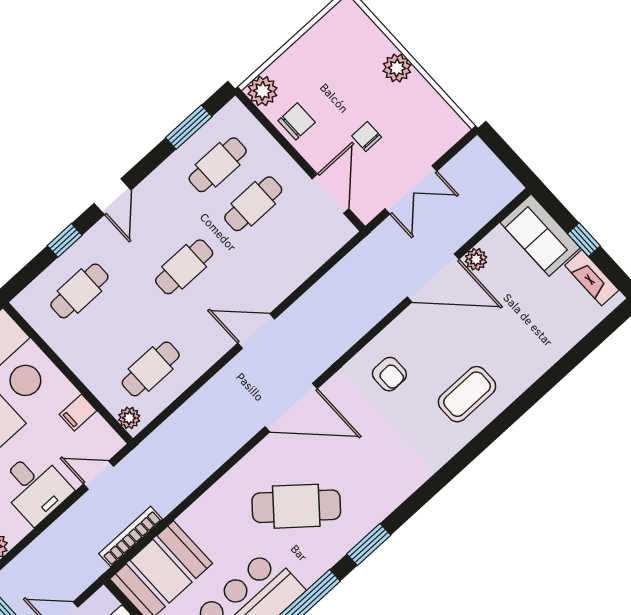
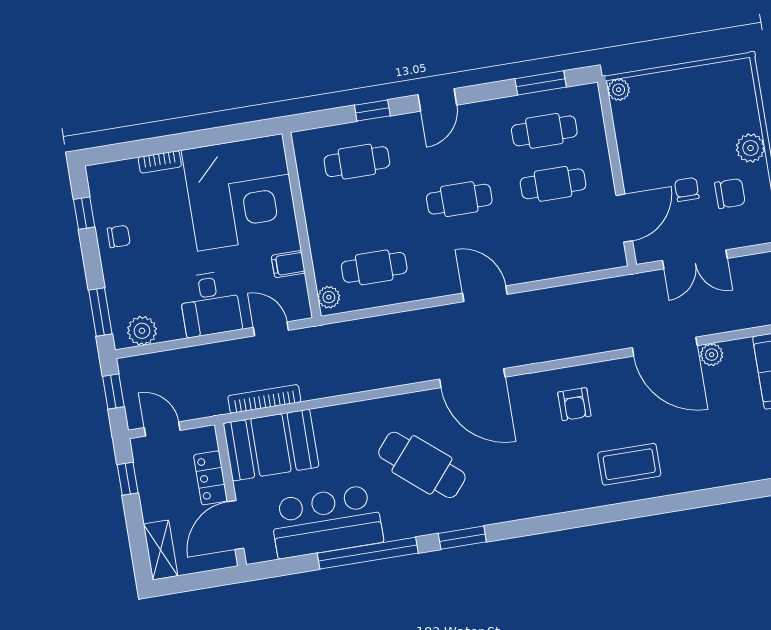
plant: (263, 91) -> (619, 90), width x0.73, depth x0.73
chair: (297, 121) -> (730, 193), moved

